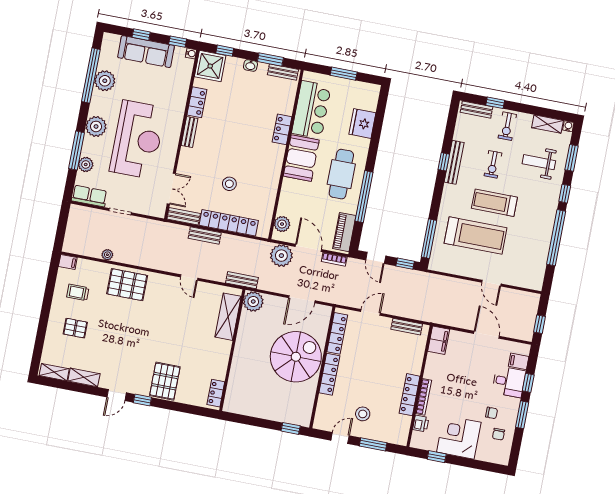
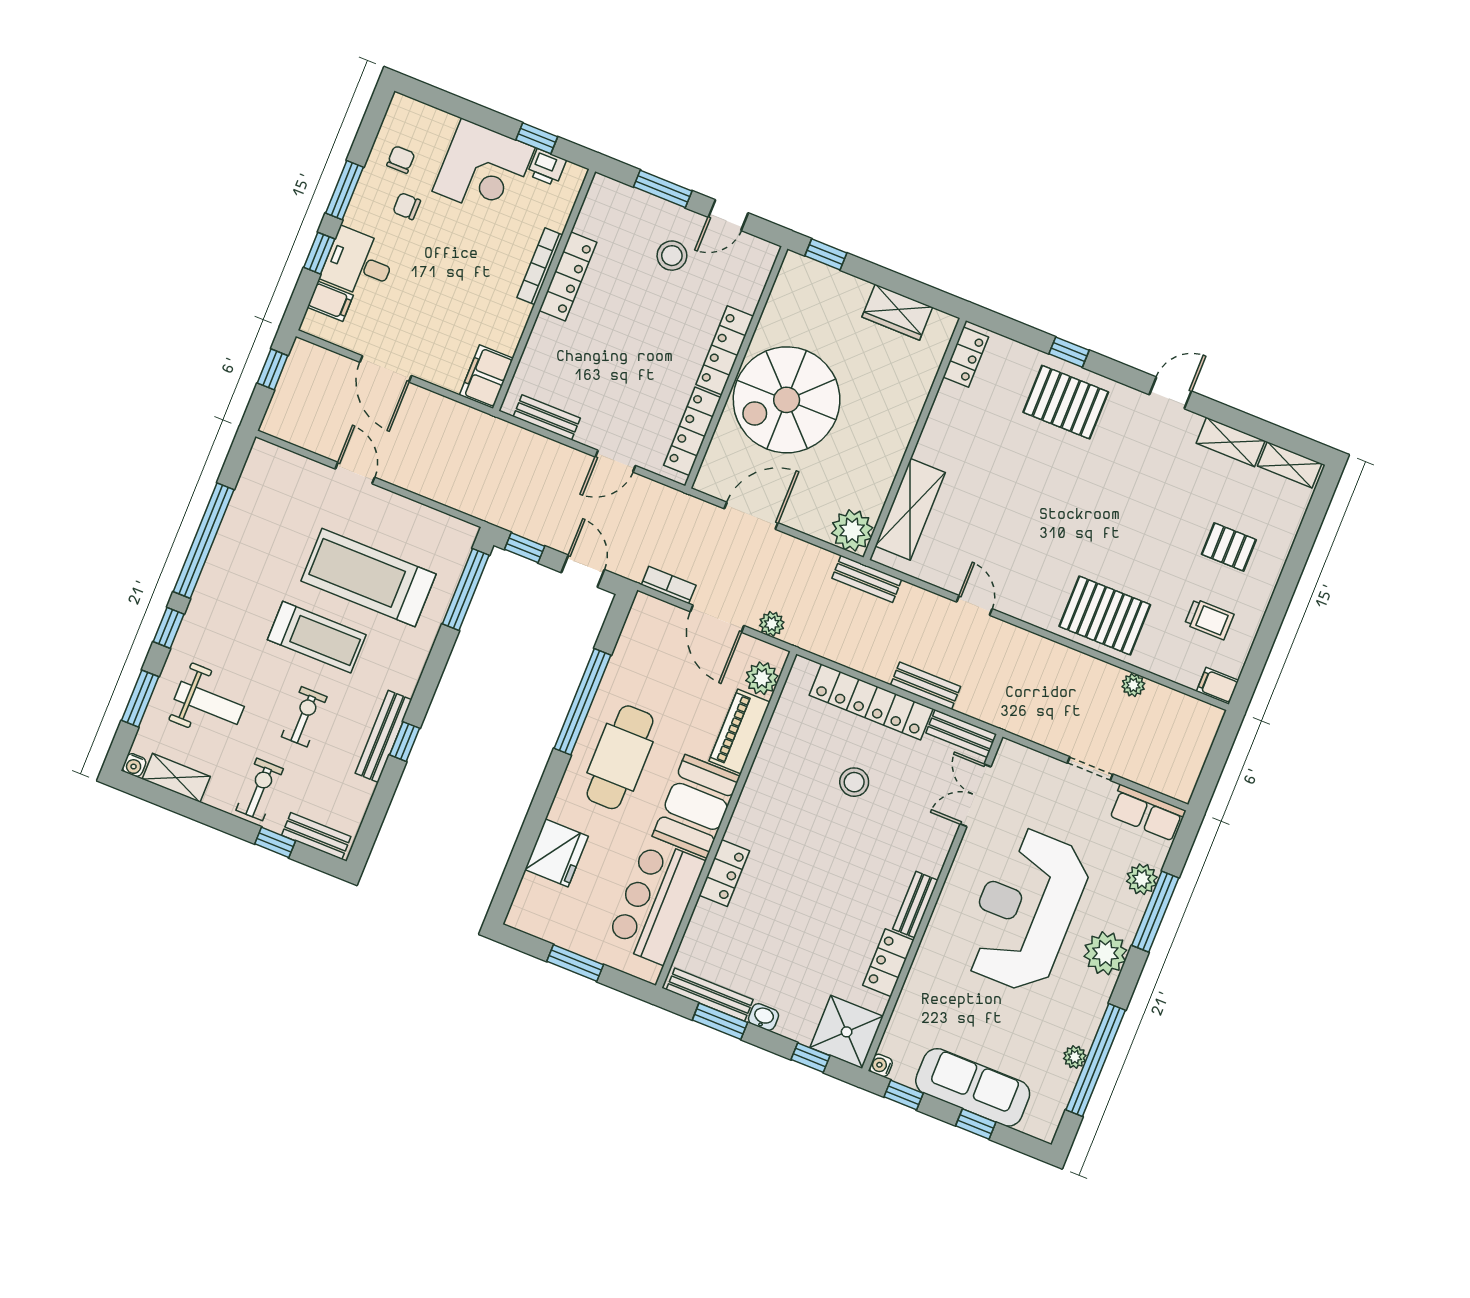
bench: (283, 72) -> (710, 995), width x1.36
plant: (105, 81) -> (1075, 1057), width x0.53, depth x0.53
piano: (344, 232) -> (740, 731), moved, turned 180
plant: (281, 256) -> (772, 624), width x0.53, depth x0.53
pallet: (165, 381) -> (1066, 402), turned 90
window: (142, 400) -> (1069, 352), moved
wardrobe: (252, 408) -> (897, 312), added
printer: (421, 424) -> (547, 167), moved, turned -90

